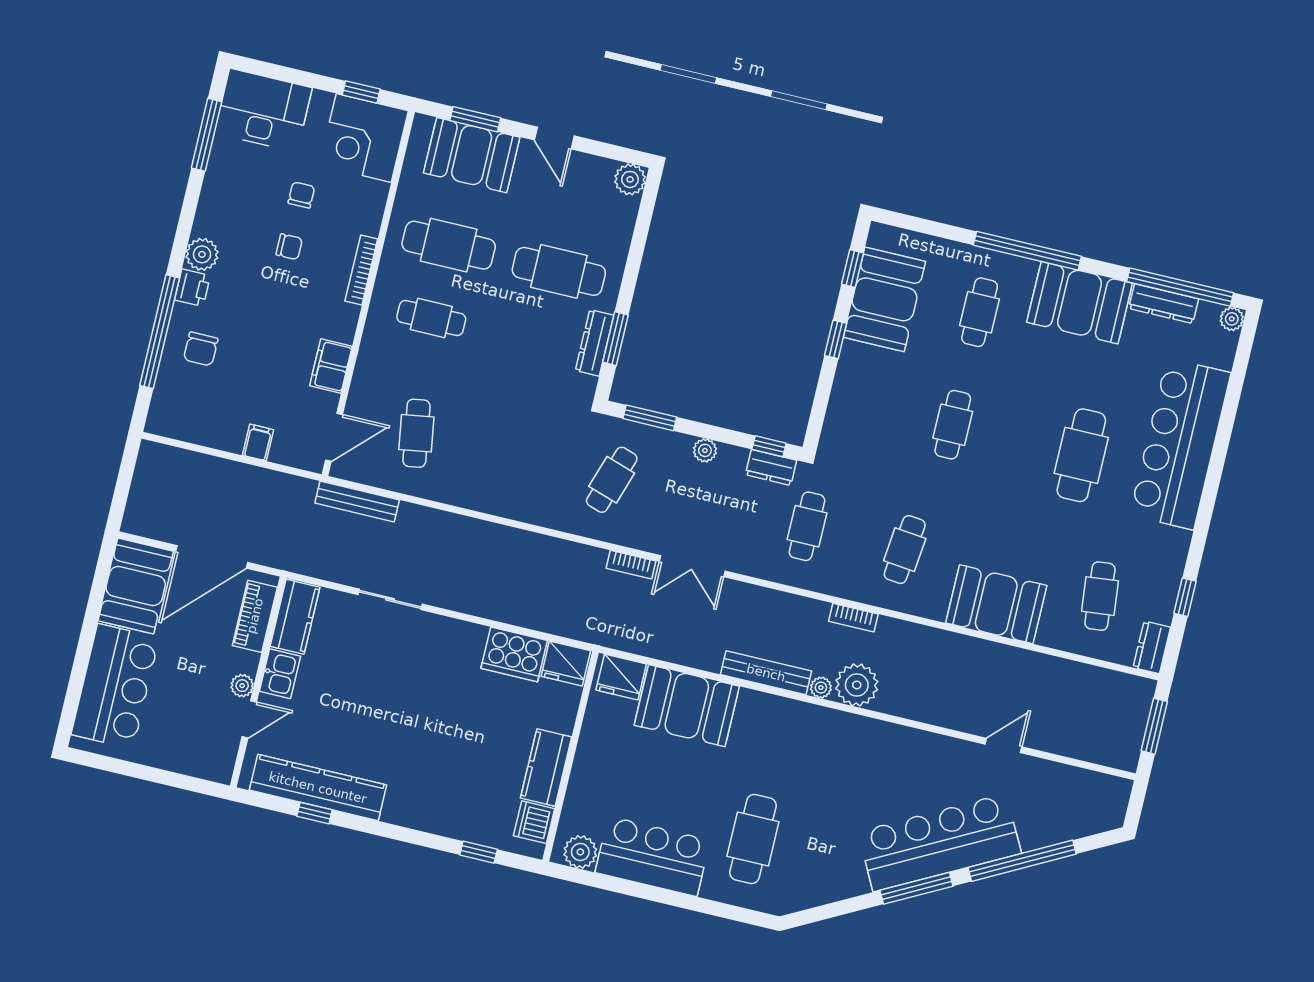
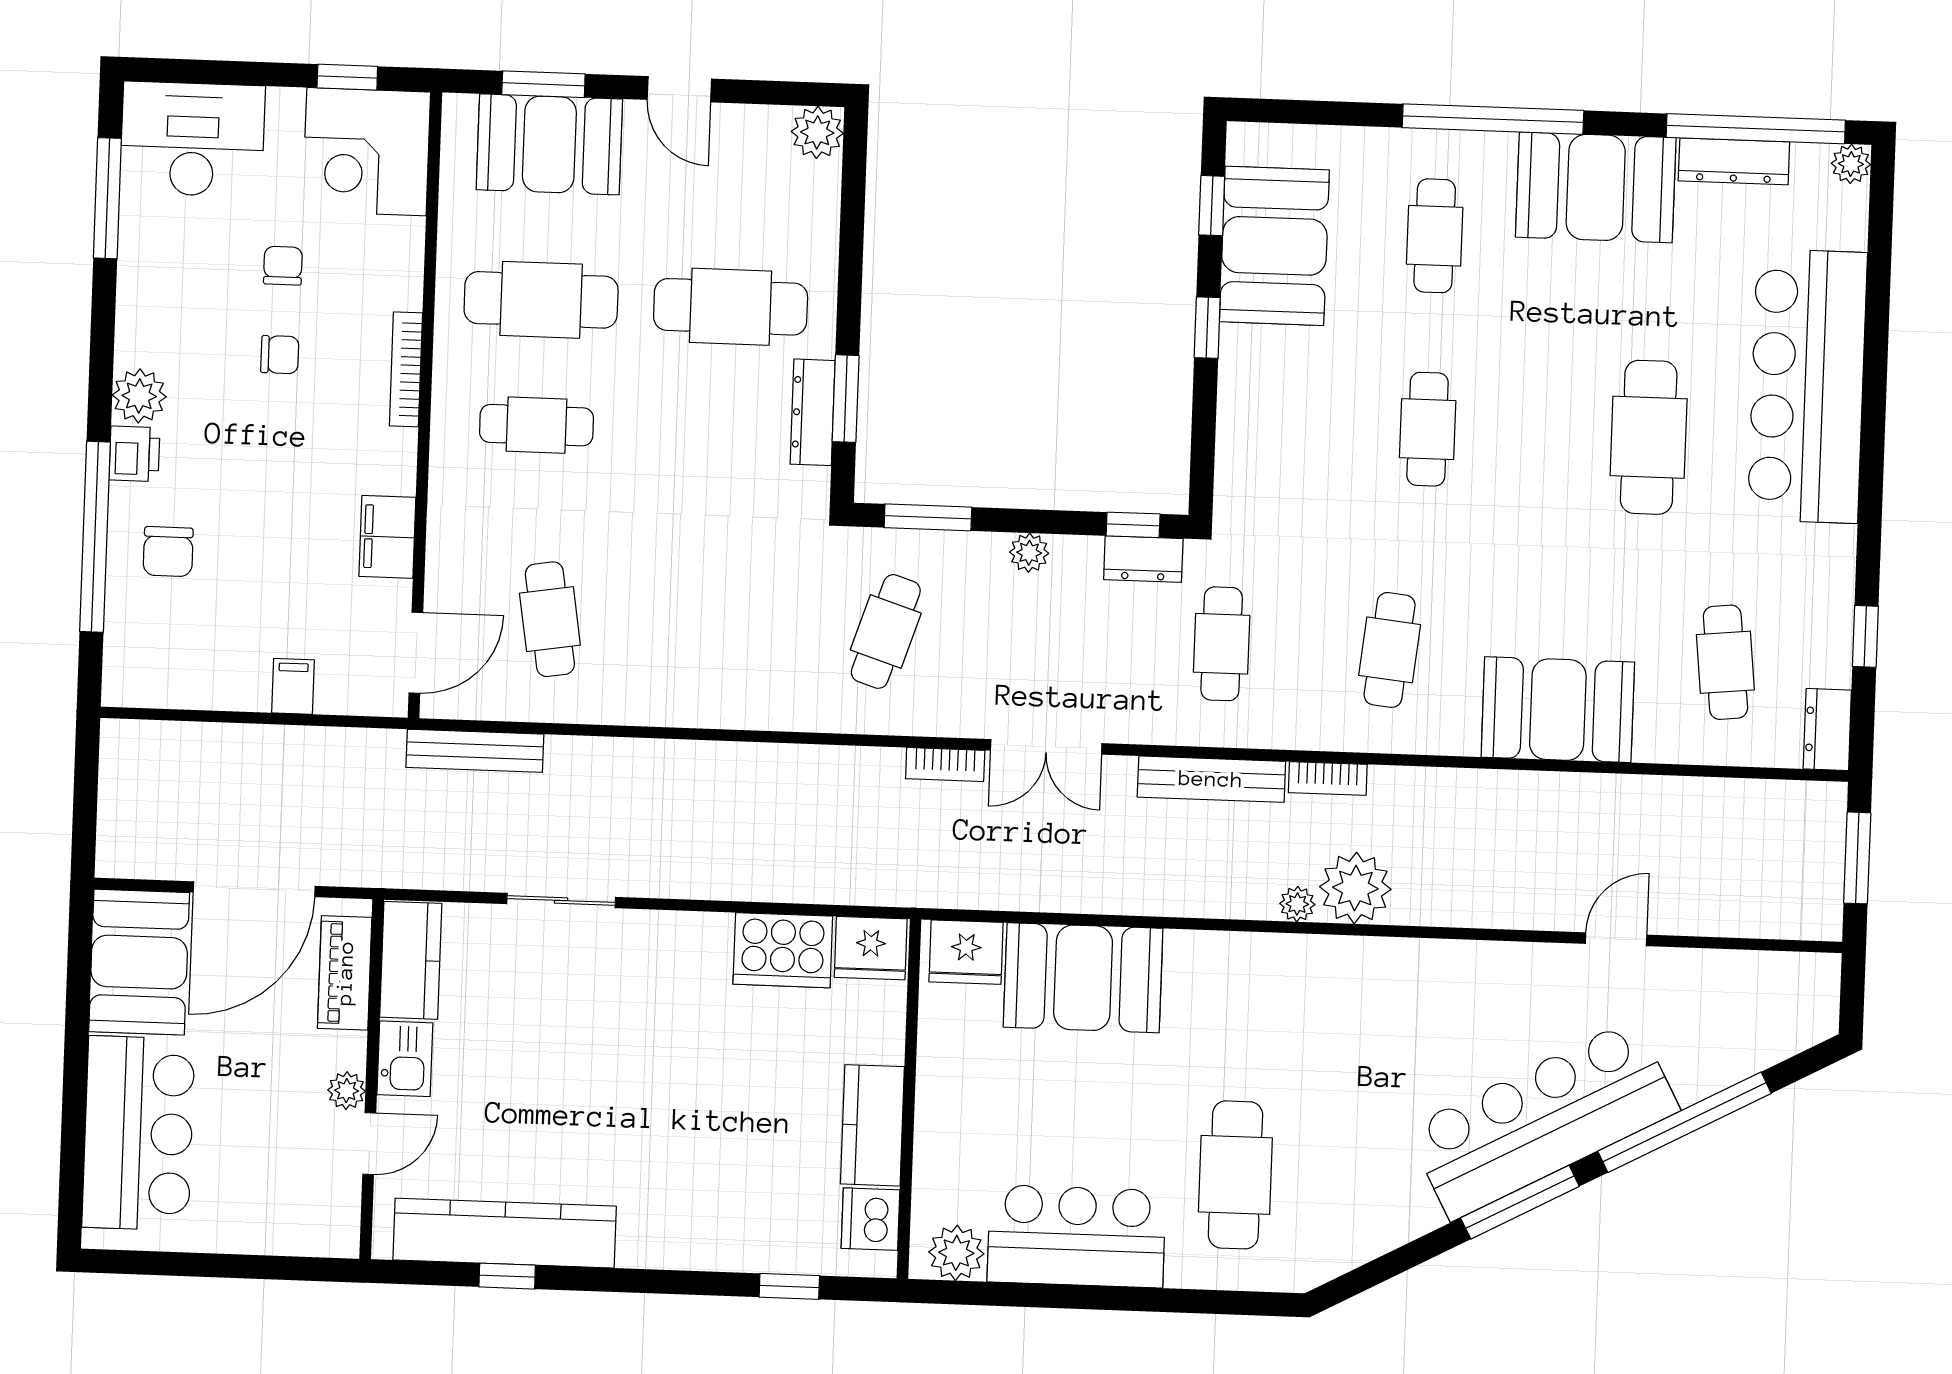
bench: (766, 673) -> (1211, 779), moved

